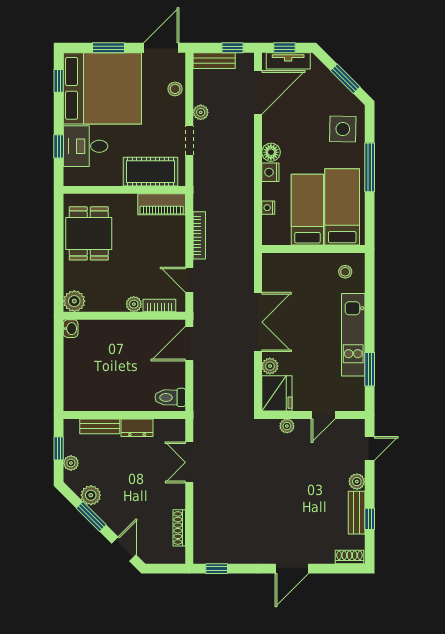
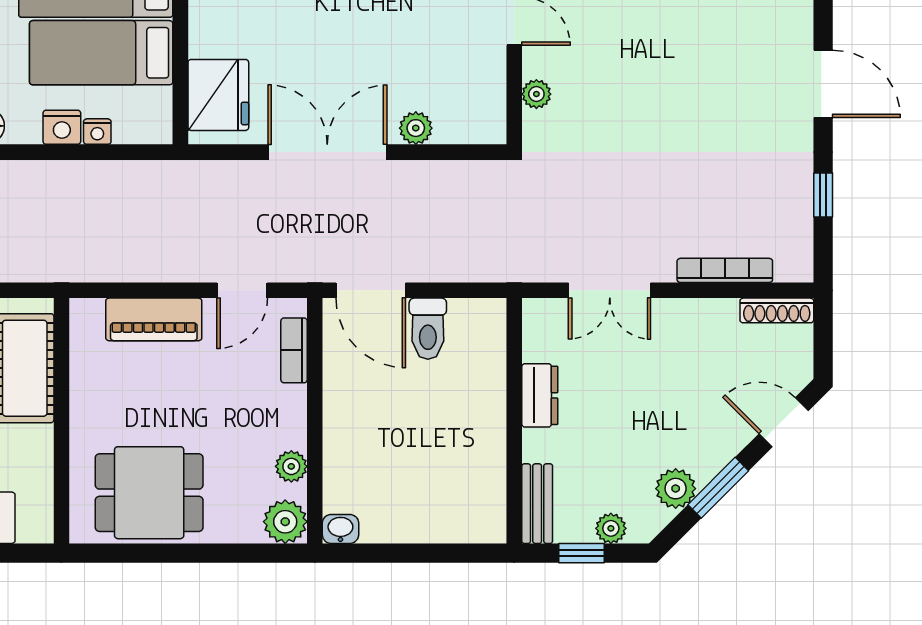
nightstand: (270, 172) -> (62, 127), moved
piano: (162, 204) -> (154, 319), moved, turned 90
bookcase: (199, 235) -> (725, 270), moved
plant: (134, 304) -> (291, 466), moved
fridge: (277, 393) -> (218, 95), moved, turned 90
toilet: (170, 397) -> (428, 329), moved
bench: (100, 426) -> (537, 504), moved
shoe rack: (179, 528) -> (777, 310), moved
window: (217, 569) -> (823, 195), moved

